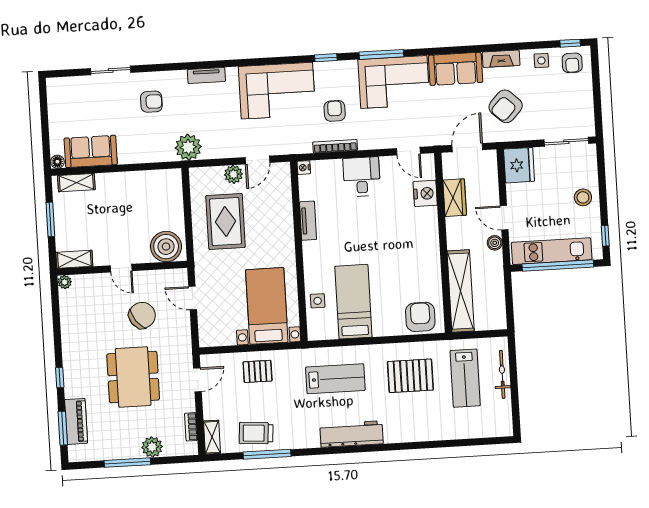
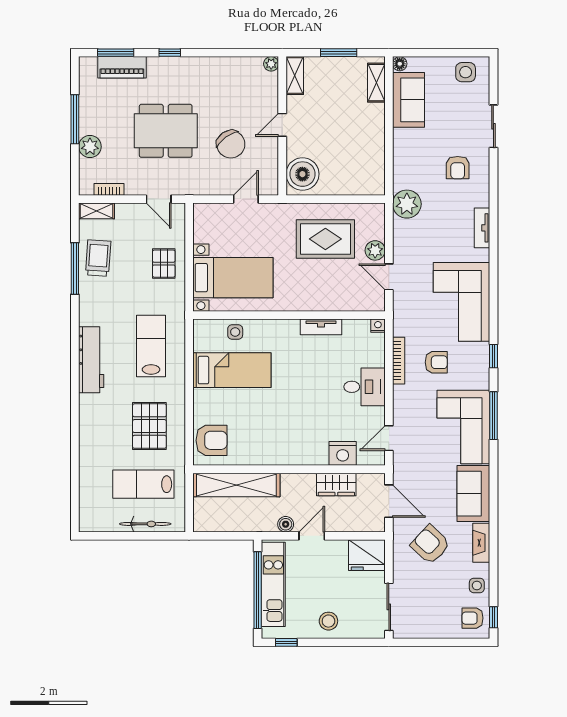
side table: (62, 100) -> (466, 72), added
lab bench: (335, 379) -> (151, 346), turned 180

